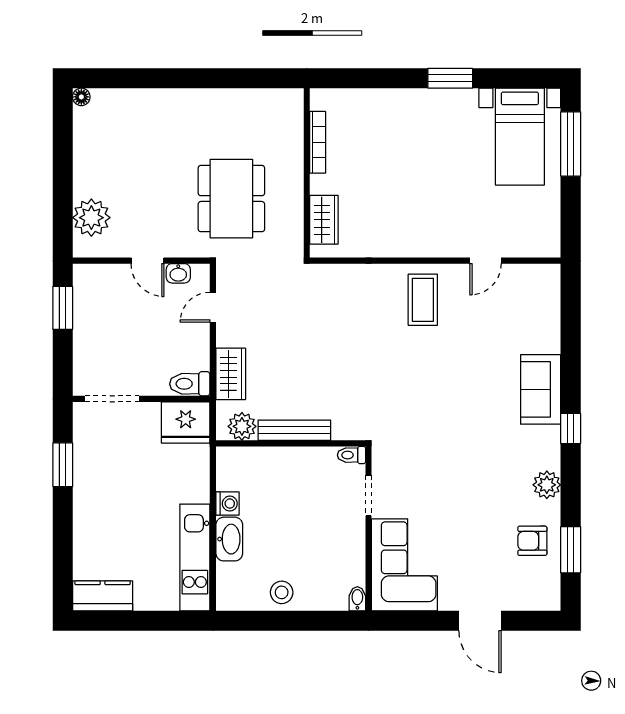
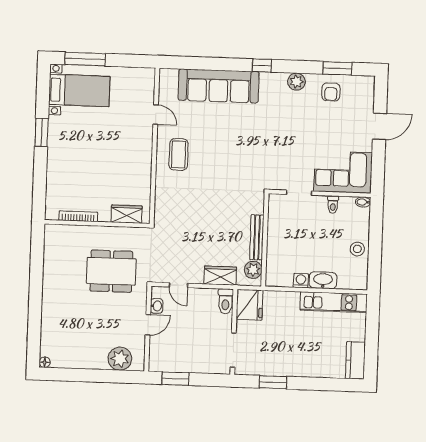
coffee table: (423, 300) -> (179, 154), turned 90
sofa: (541, 389) -> (219, 86), width x1.85, depth x1.27
toilet: (351, 455) -> (333, 205), moved

